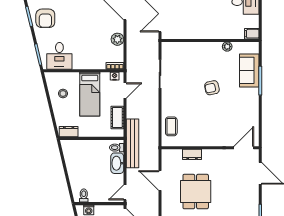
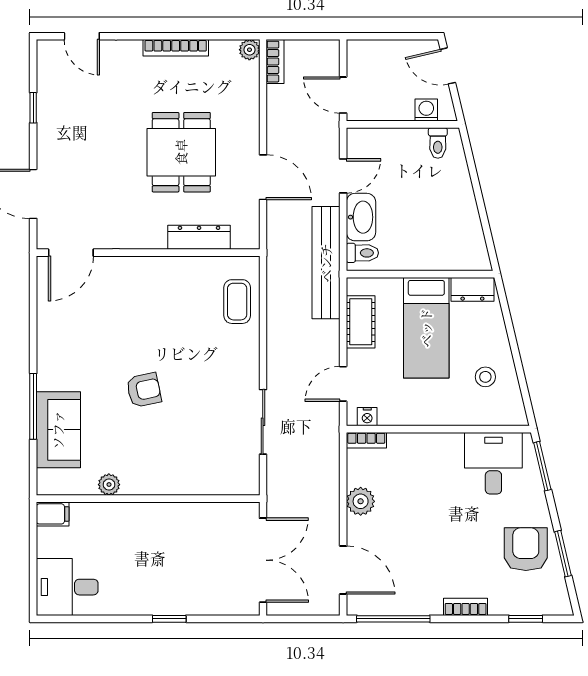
bed: (90, 94) -> (426, 328), moved, turned 180
dresser: (192, 154) -> (199, 237), width x1.44
door: (125, 192) -> (343, 176), moved

